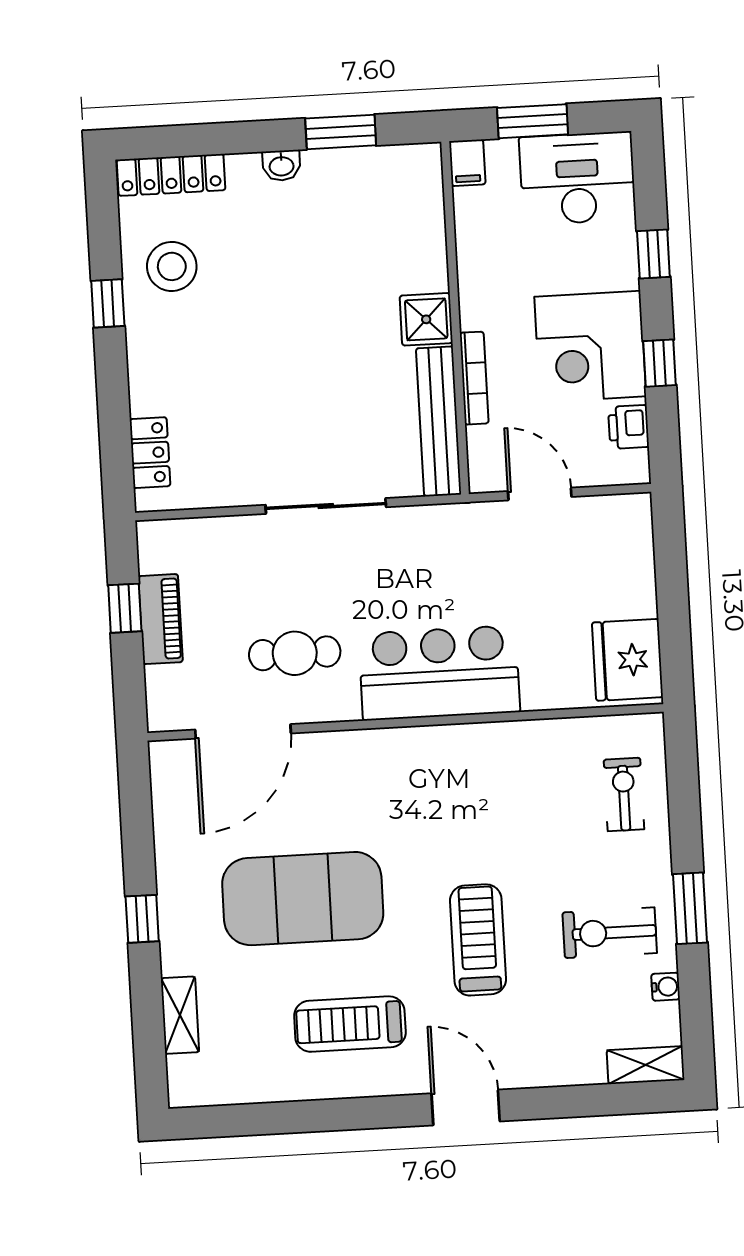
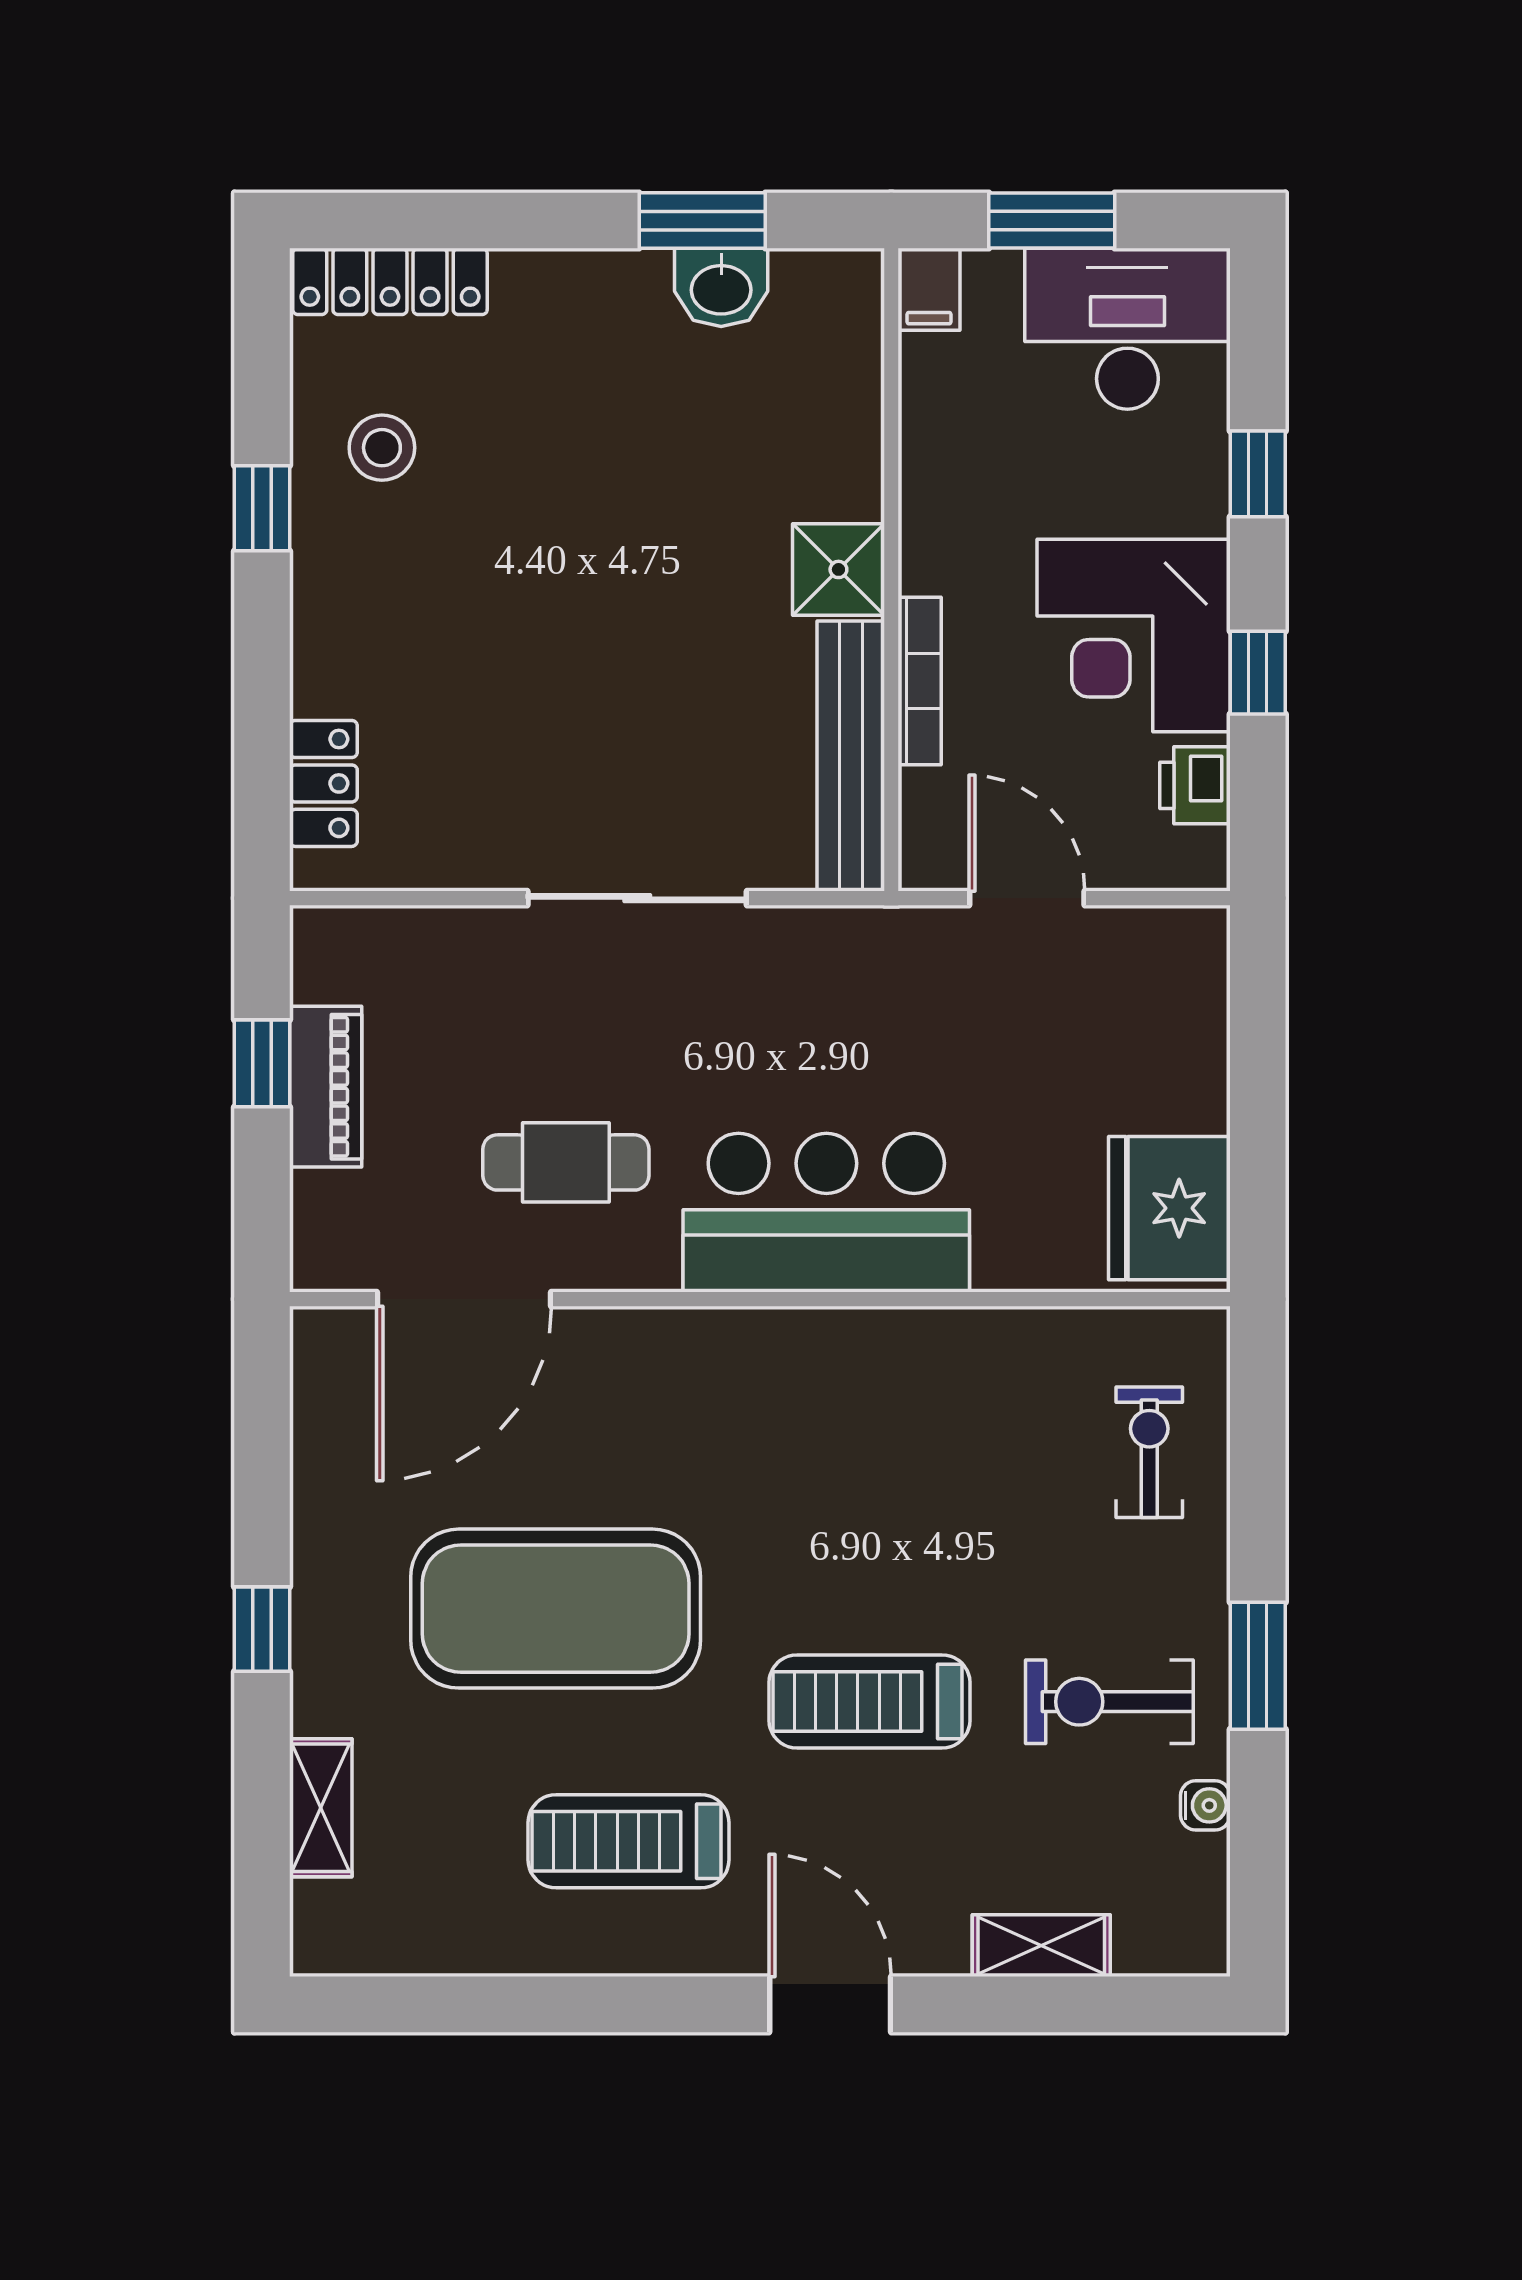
washbasin: (281, 165) -> (721, 287), moved, width x1.38, depth x1.45
stool: (172, 266) -> (382, 448), width x0.73, depth x0.73
treadmill: (478, 940) -> (869, 1701), turned -90
shelving: (646, 1065) -> (1041, 1946), moved

